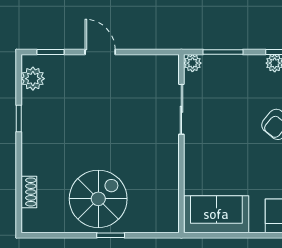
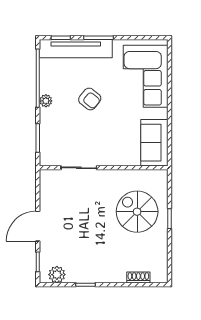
door: (100, 52) -> (38, 226), width x1.38
plant: (192, 63) -> (46, 160), removed
spiral stairs: (98, 199) -> (137, 212), moved

